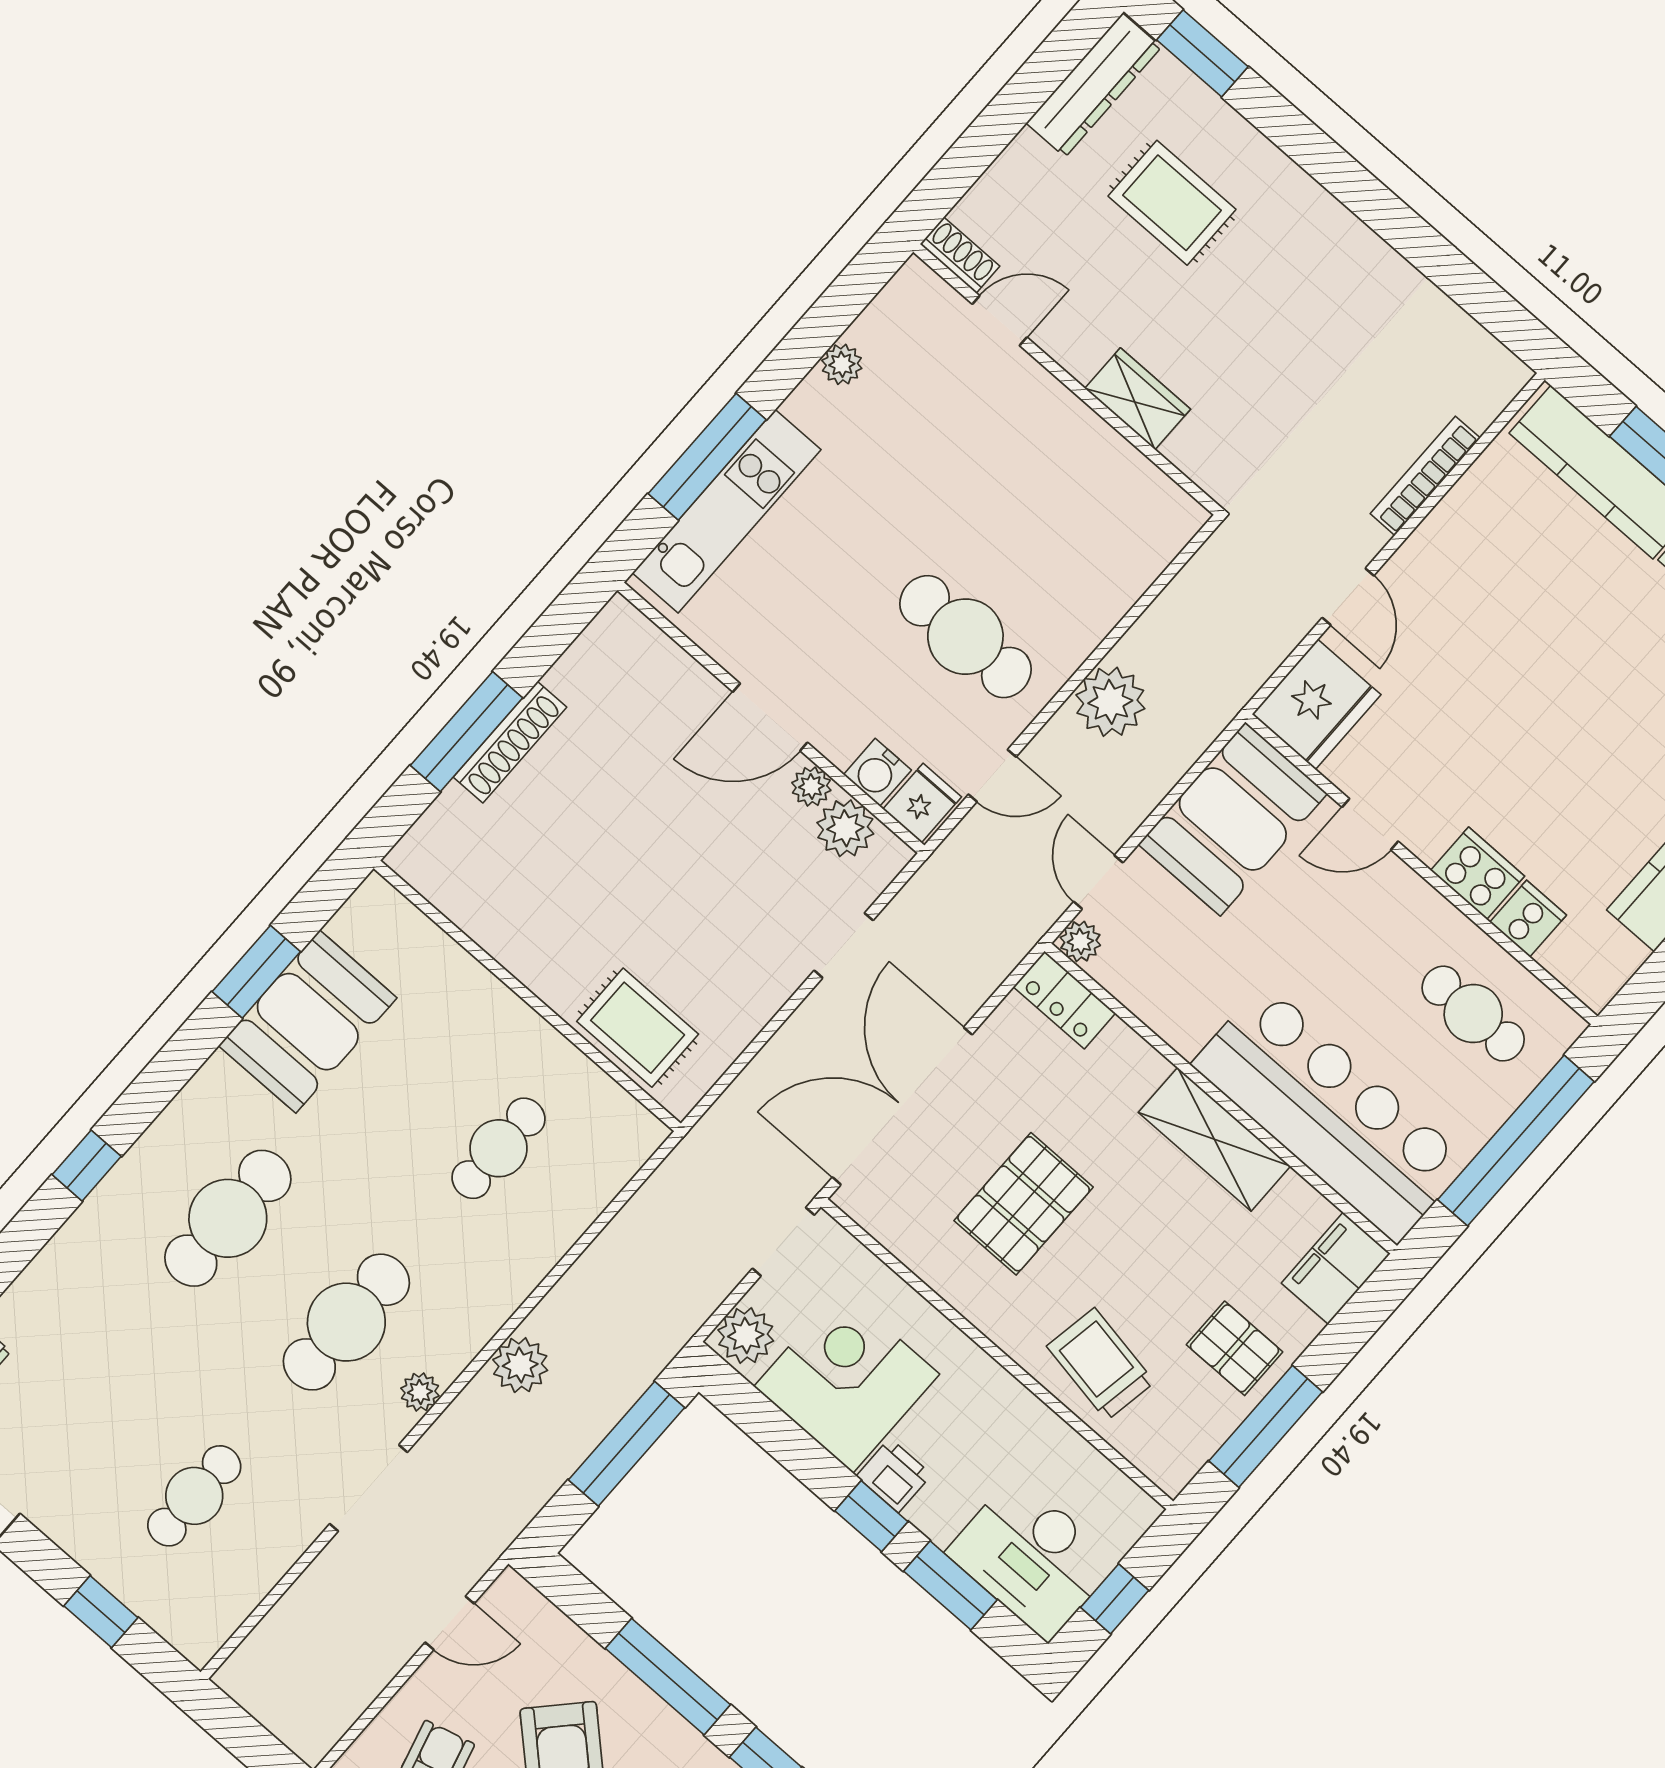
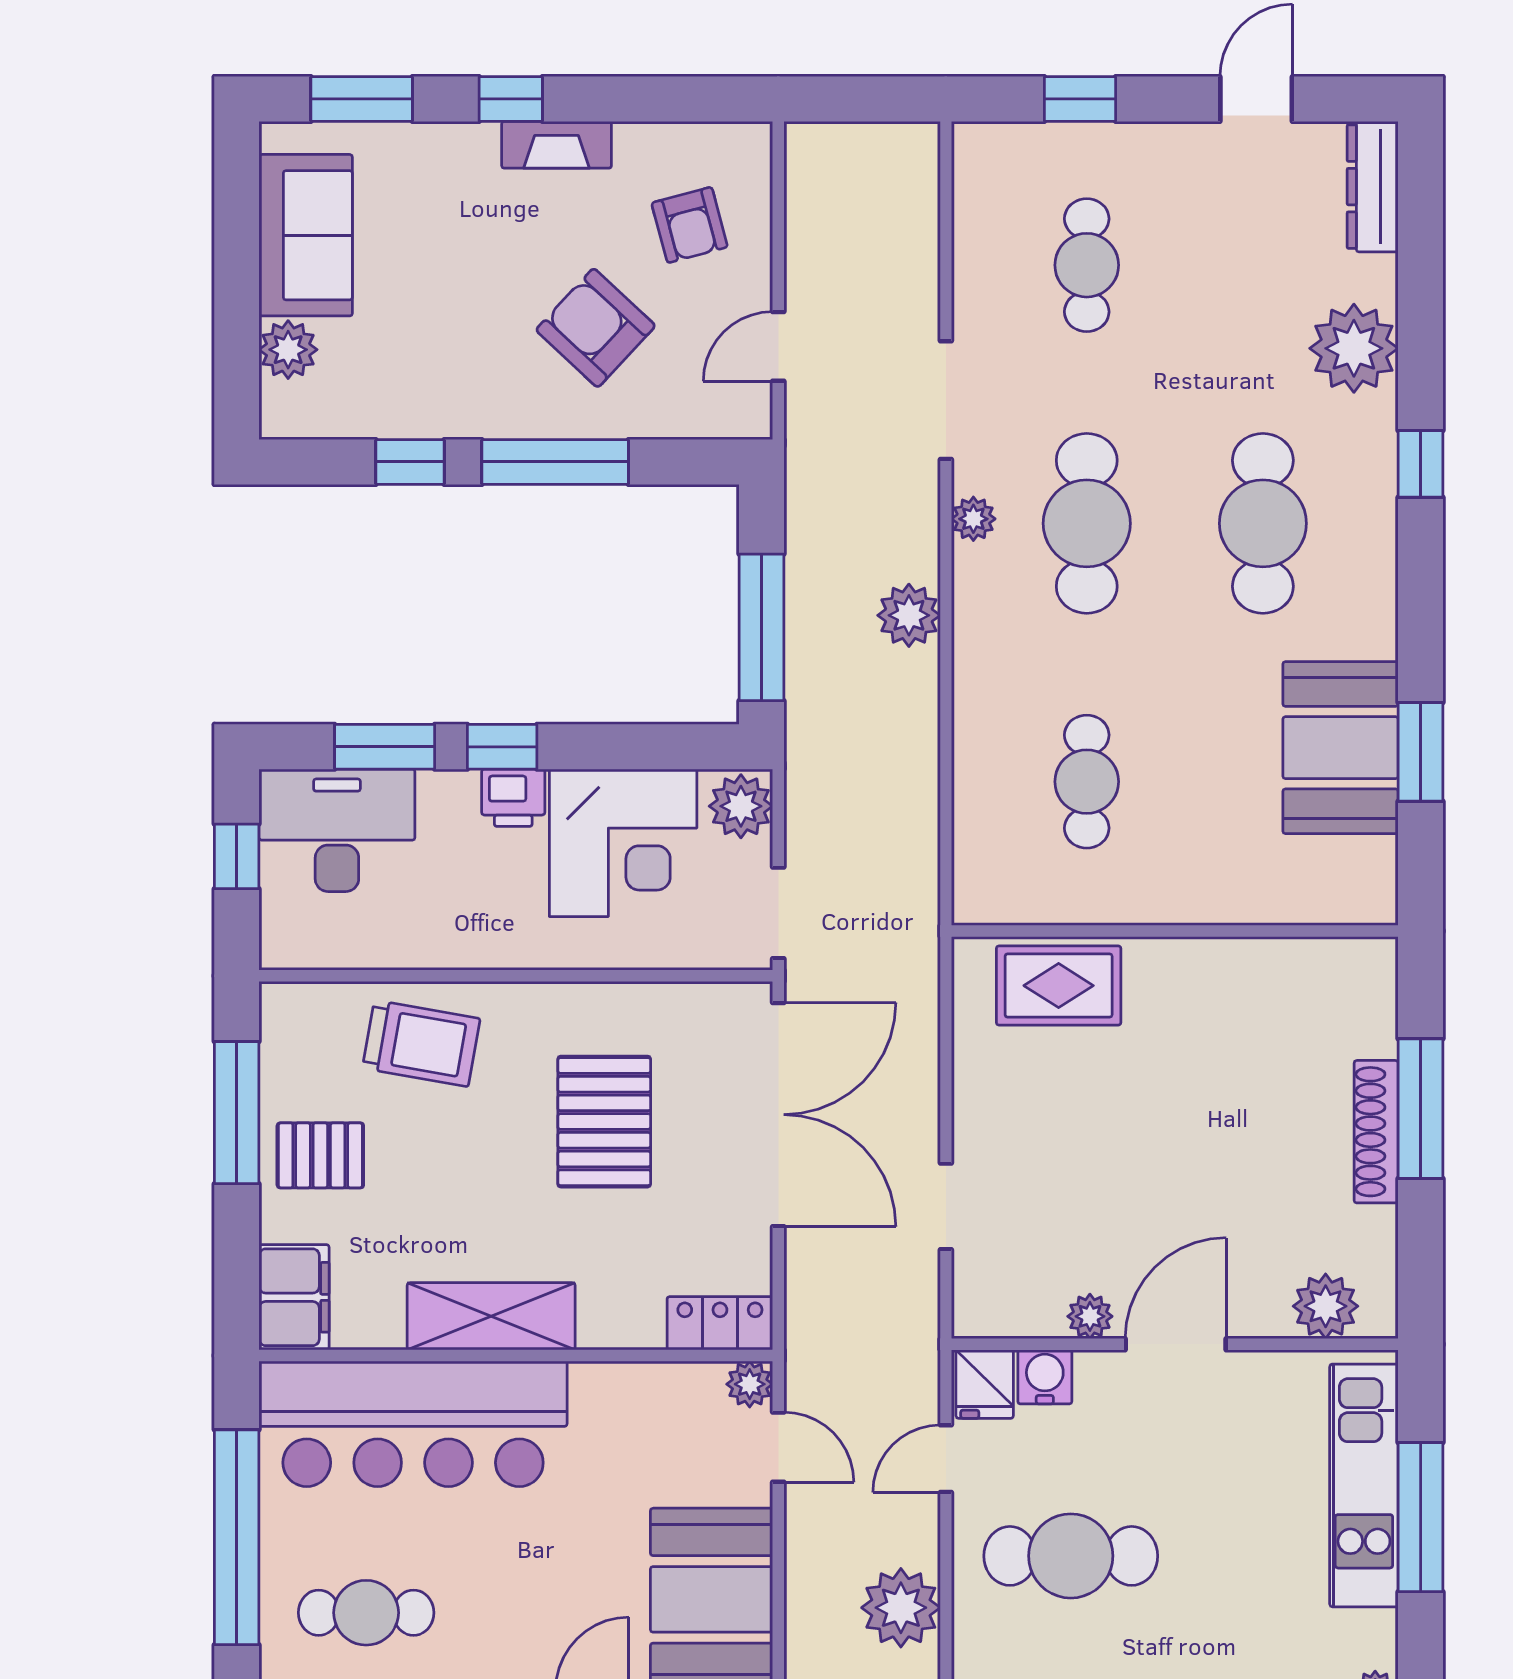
plant: (845, 828) -> (1326, 1306), moved
plant: (63, 1283) -> (1354, 348), added

